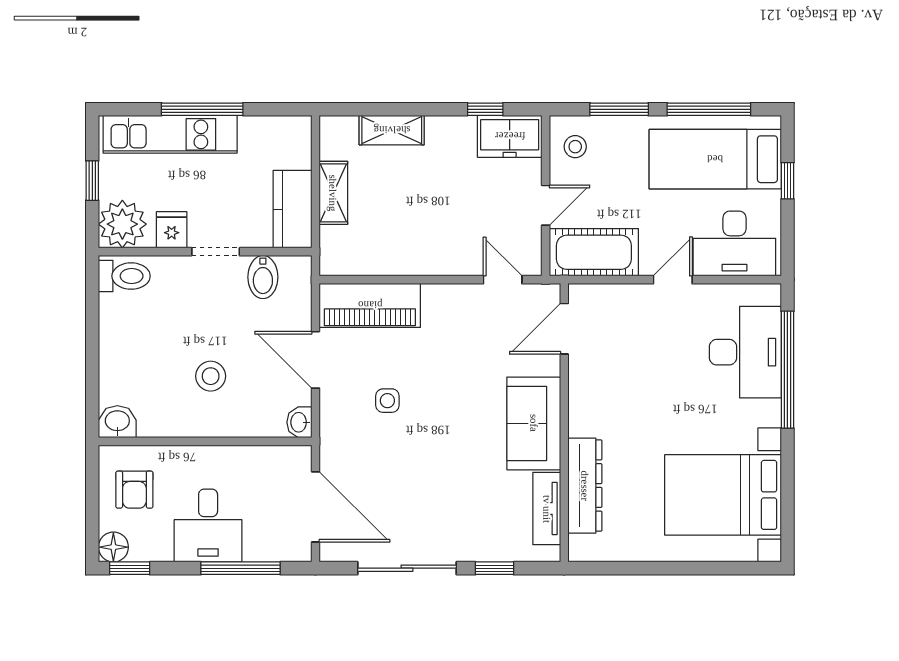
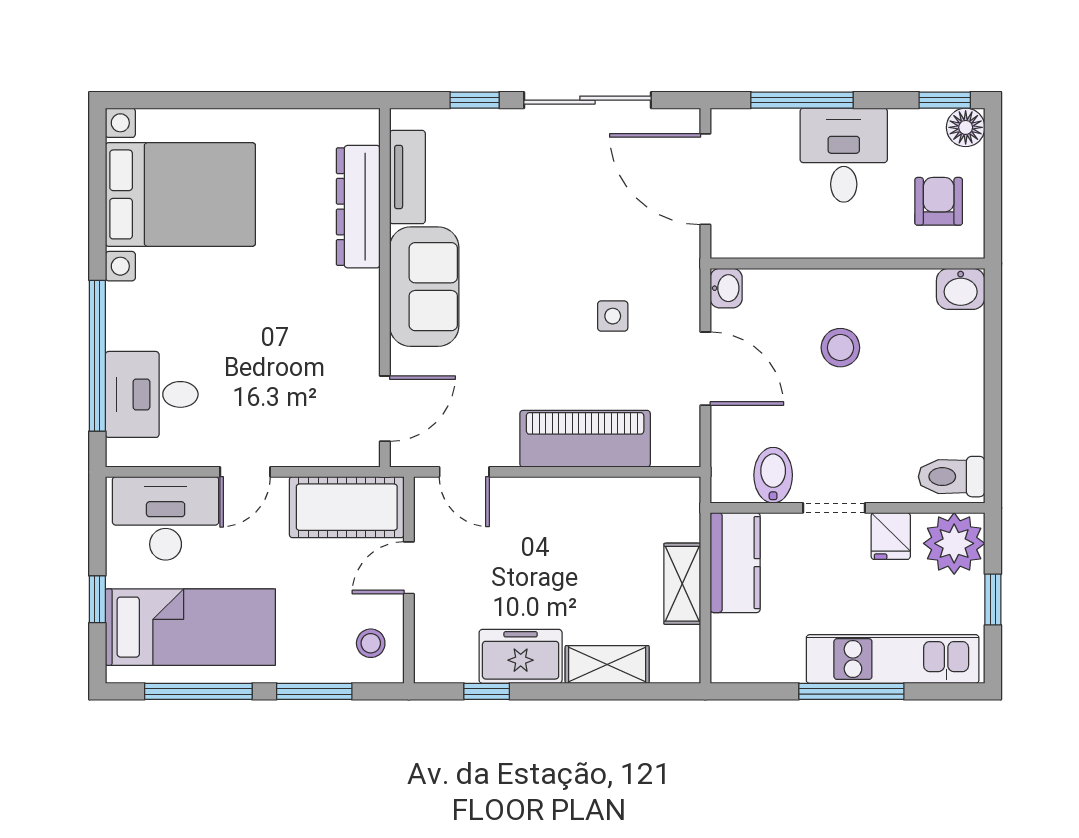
freezer: (510, 136) -> (521, 656), moved
piano: (370, 305) -> (585, 439), moved
desk: (745, 352) -> (152, 394), width x0.73

